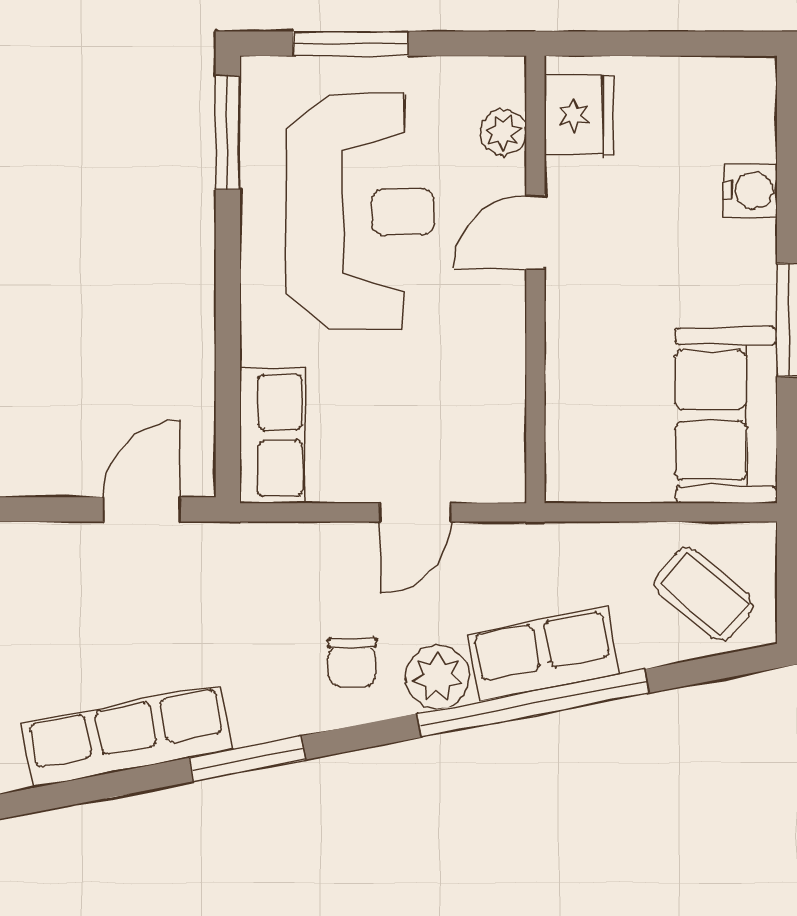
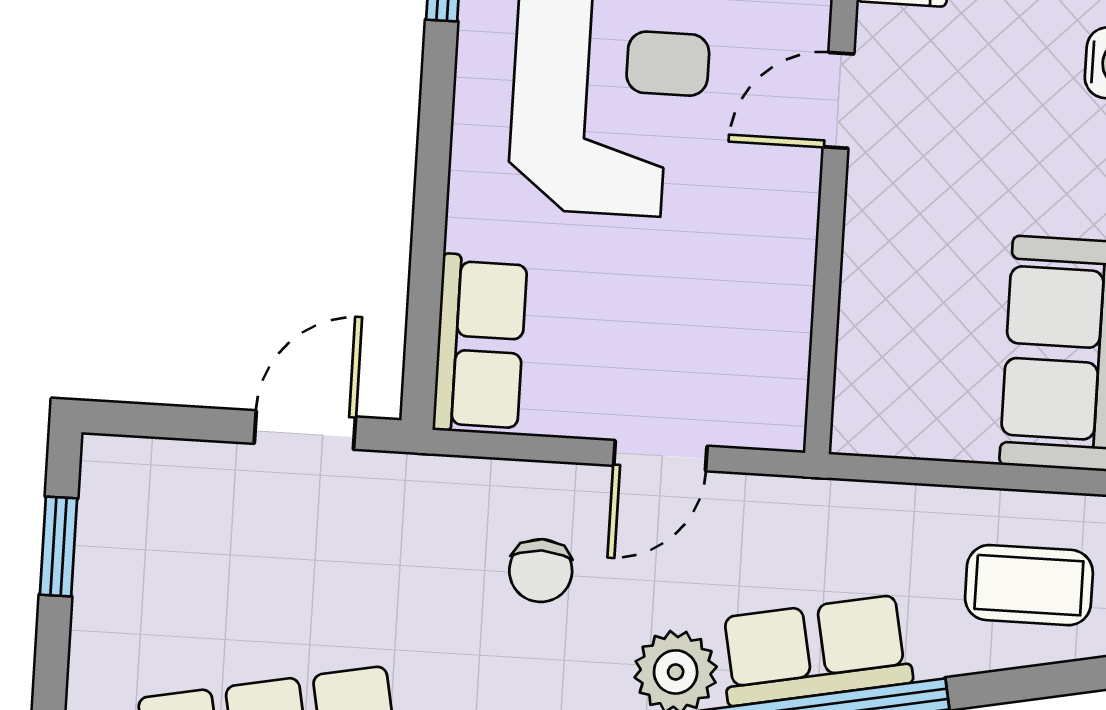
coffee table: (704, 594) -> (1029, 585), turned -40
chair: (352, 662) -> (541, 571), moved

